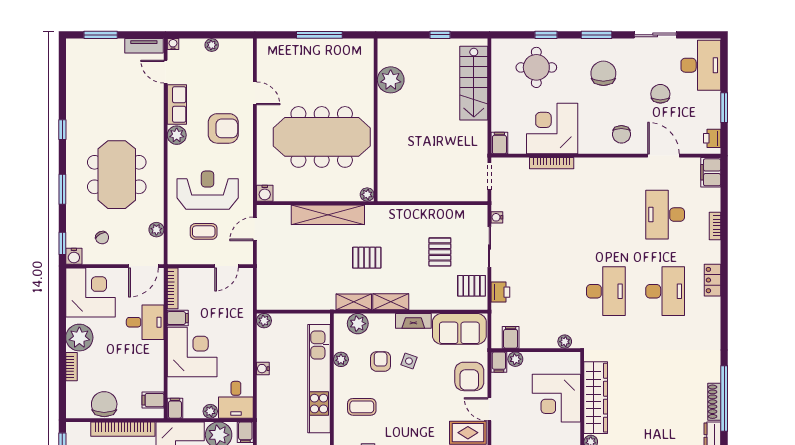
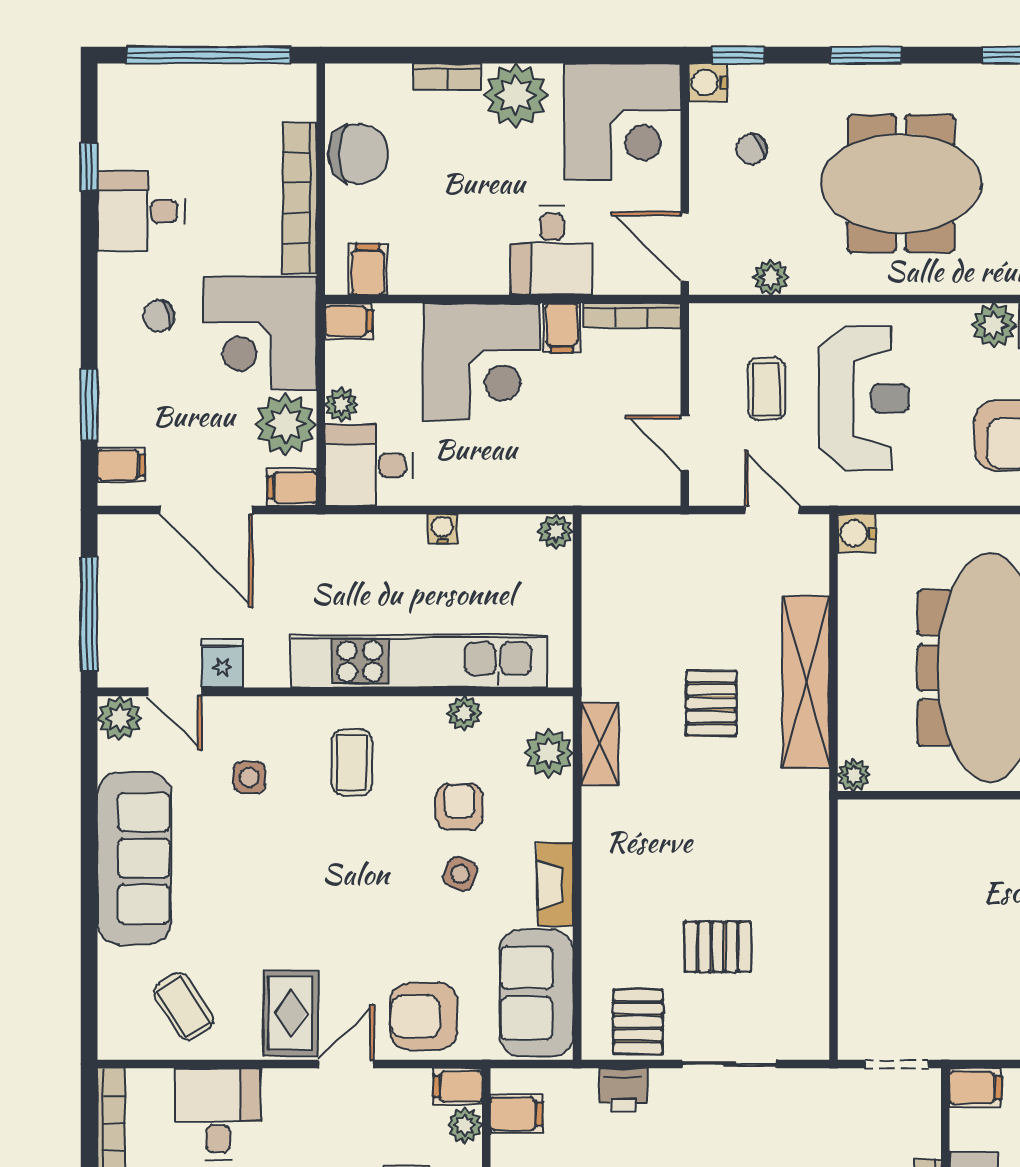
water cooler: (497, 217) -> (800, 1082), removed
pallet: (367, 258) -> (711, 703), moved
shelving: (391, 302) -> (600, 831), removed
armchair: (381, 361) -> (459, 807), turned -90

